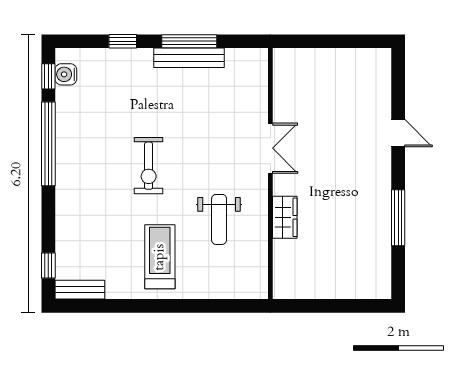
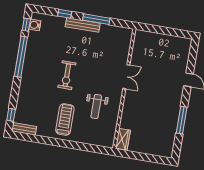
bench: (189, 58) -> (83, 25), moved
wardrobe: (285, 217) -> (123, 139), moved

